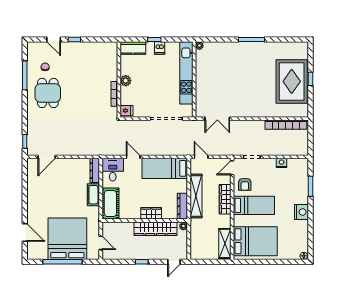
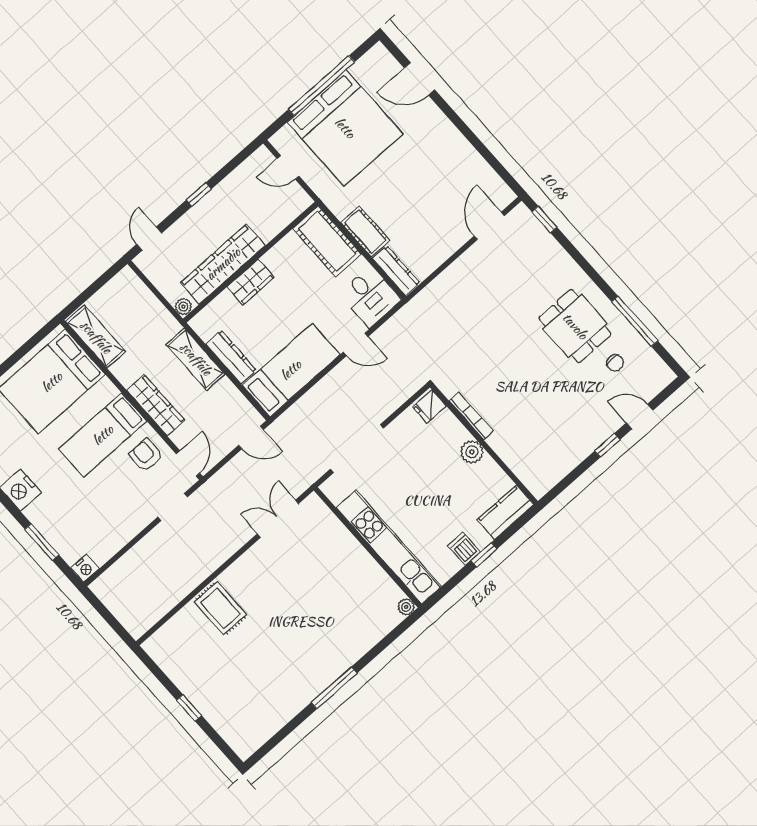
rug: (292, 81) -> (220, 608), moved, width x0.54, depth x0.49
bookcase: (286, 125) -> (164, 603), removed
nightstand: (282, 163) -> (85, 568), moved
shelving: (196, 196) -> (196, 359), width x0.68
dresser: (182, 206) -> (231, 357), moved

